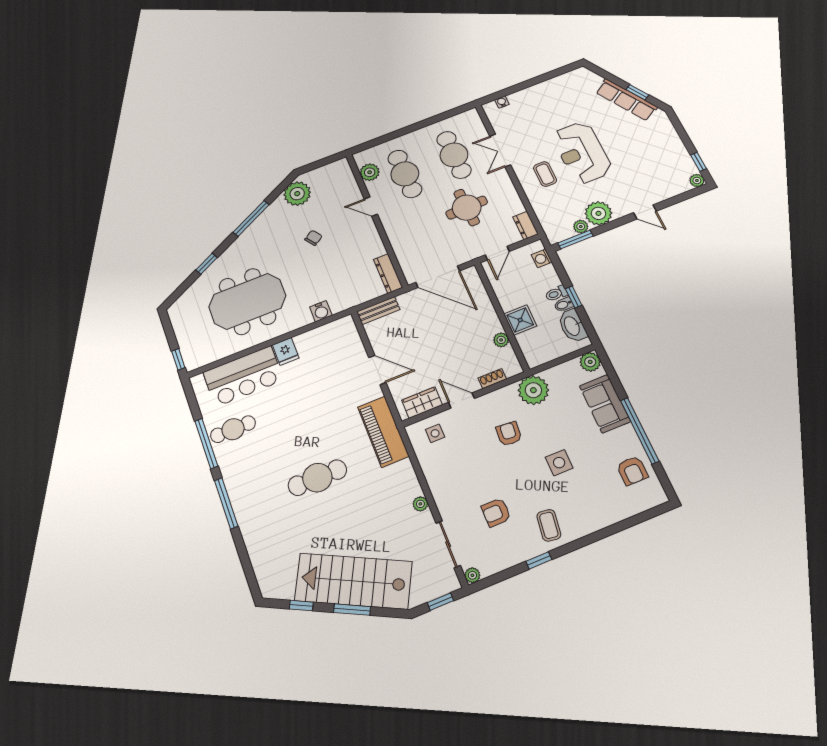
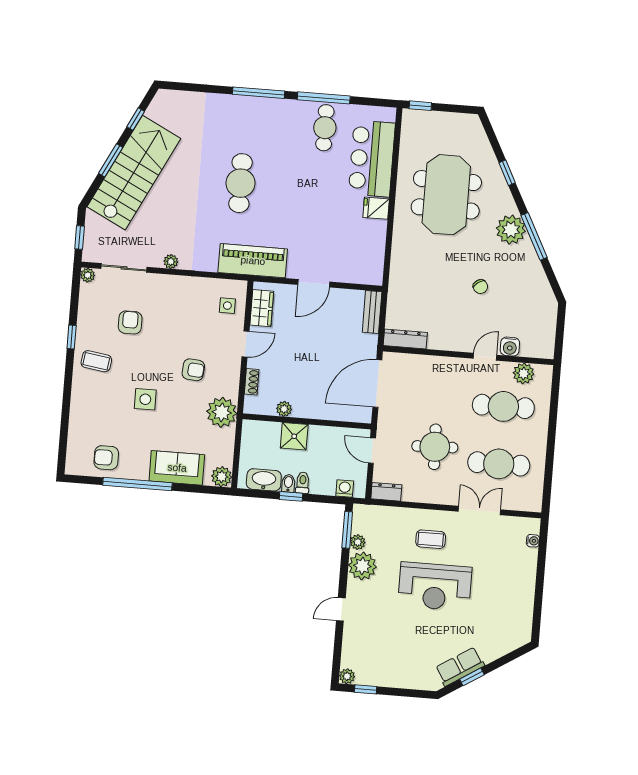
row of seats: (626, 100) -> (460, 667), width x0.68
reception desk: (582, 153) -> (435, 586), turned 180
plant: (297, 194) -> (511, 230), moved
water cooler: (321, 311) -> (510, 347), moved, turned -90

